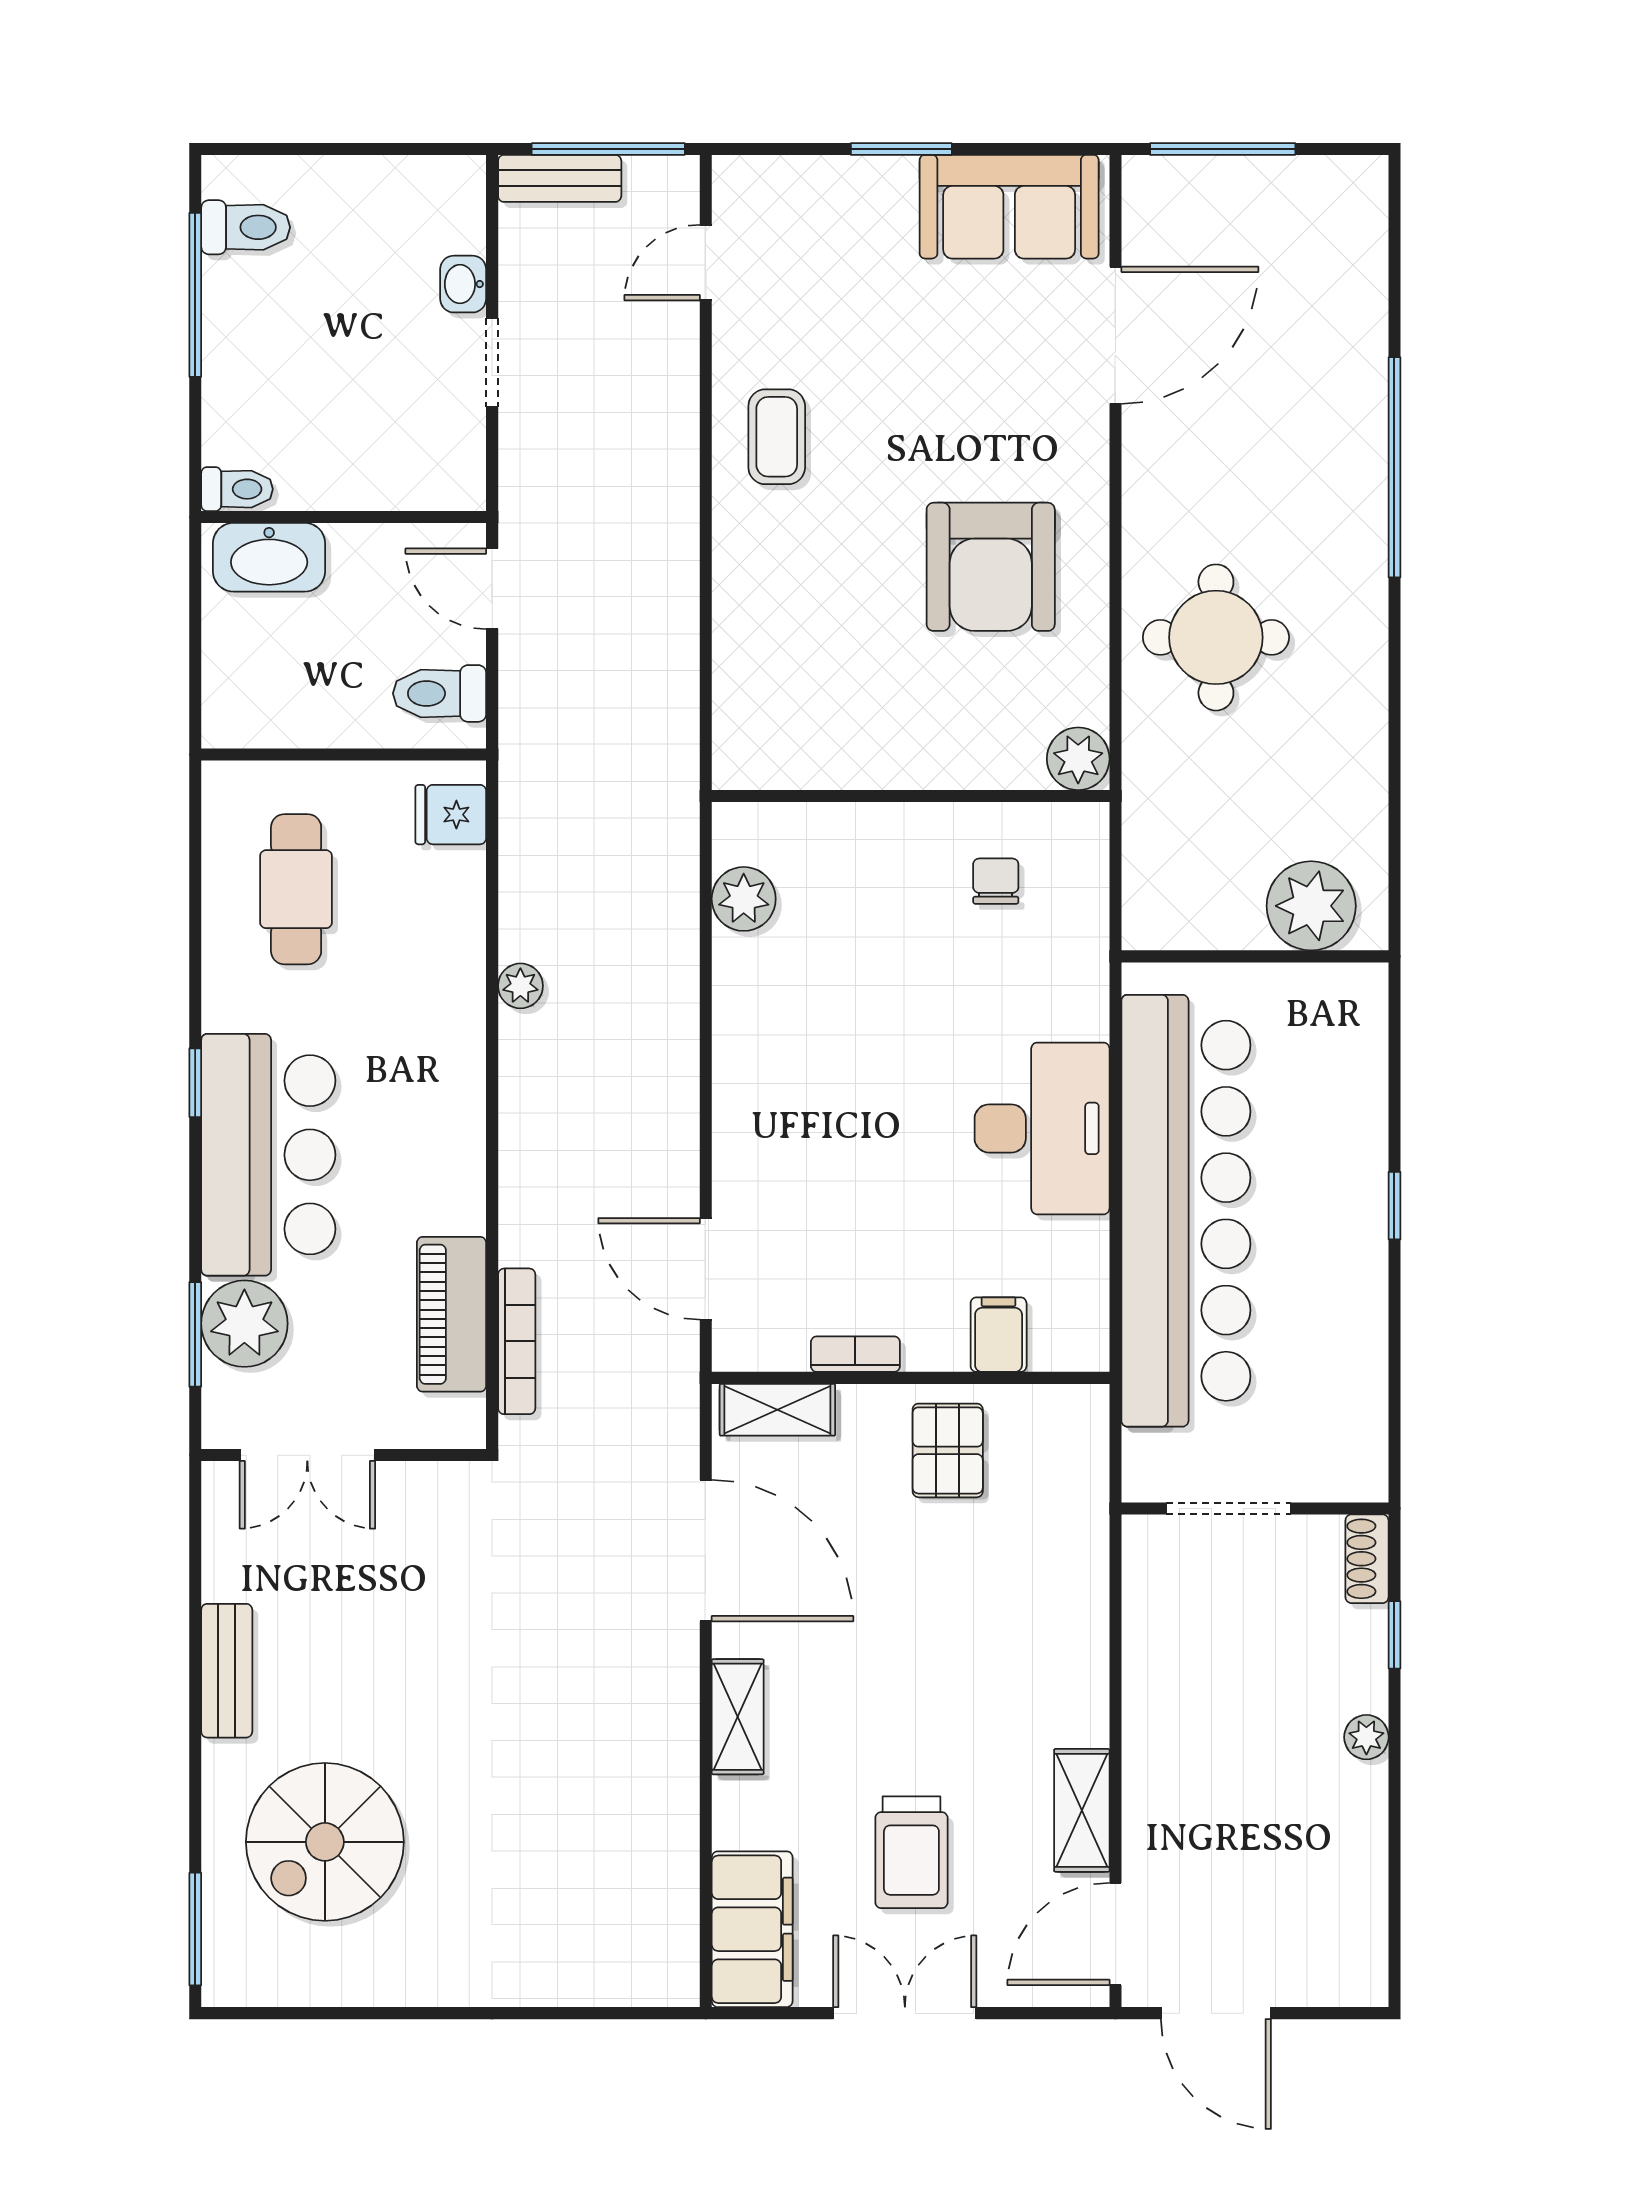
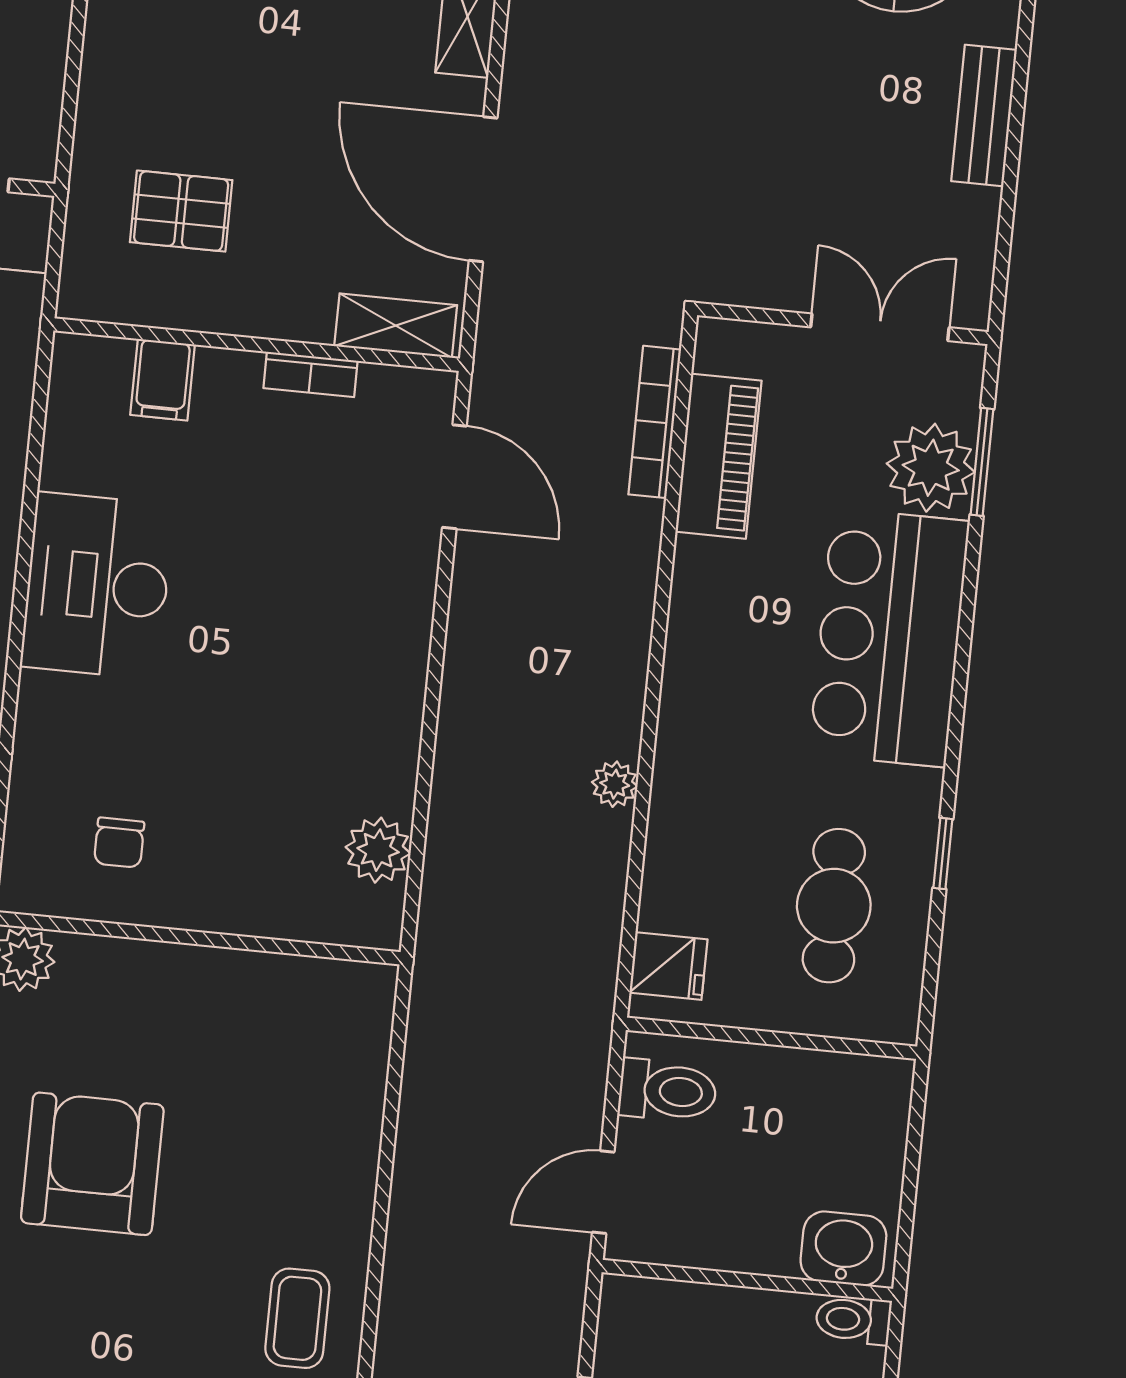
washbasin: (269, 557) -> (843, 1249), width x0.72
door: (492, 589) -> (603, 1192), swing flipped
window: (195, 1083) -> (943, 853), moved
pallet: (948, 1450) -> (181, 211), moved, turned 90

